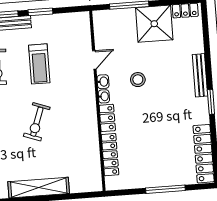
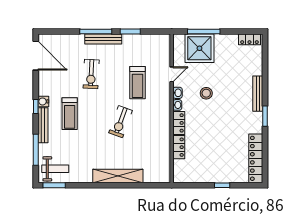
shower: (154, 24) -> (199, 48), moved
treadmill: (39, 64) -> (137, 83), moved
locker: (110, 155) -> (179, 147), width x0.66
window: (165, 189) -> (222, 185), width x0.46

